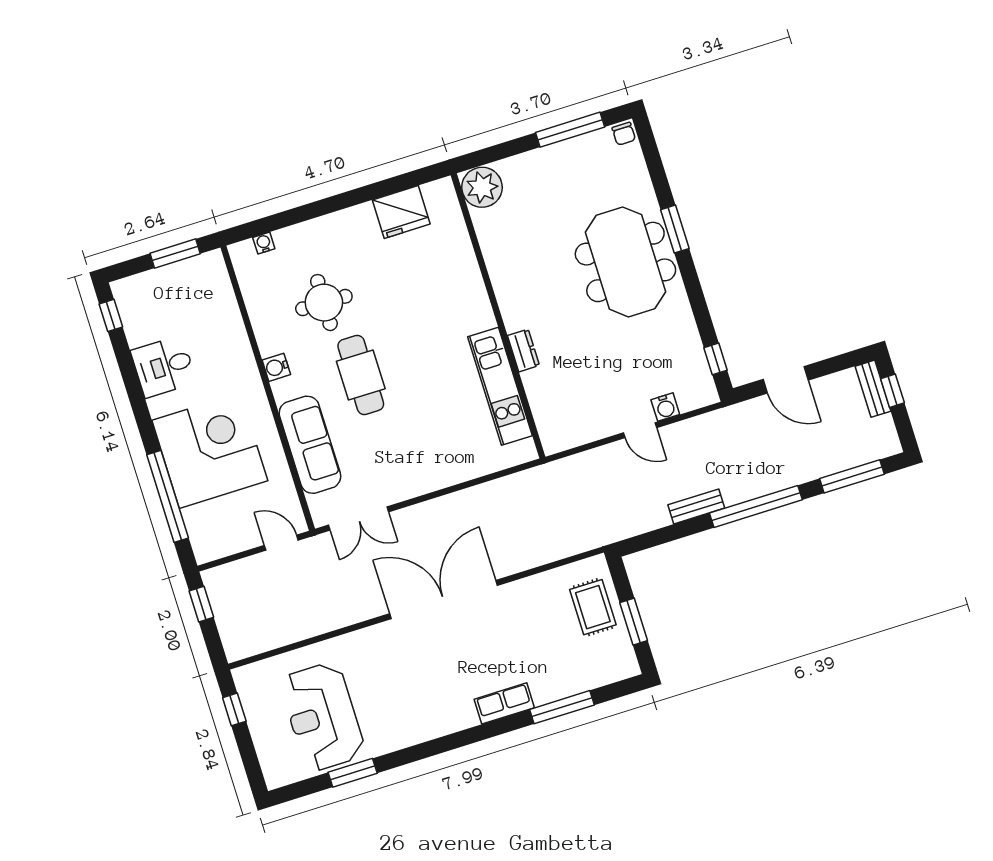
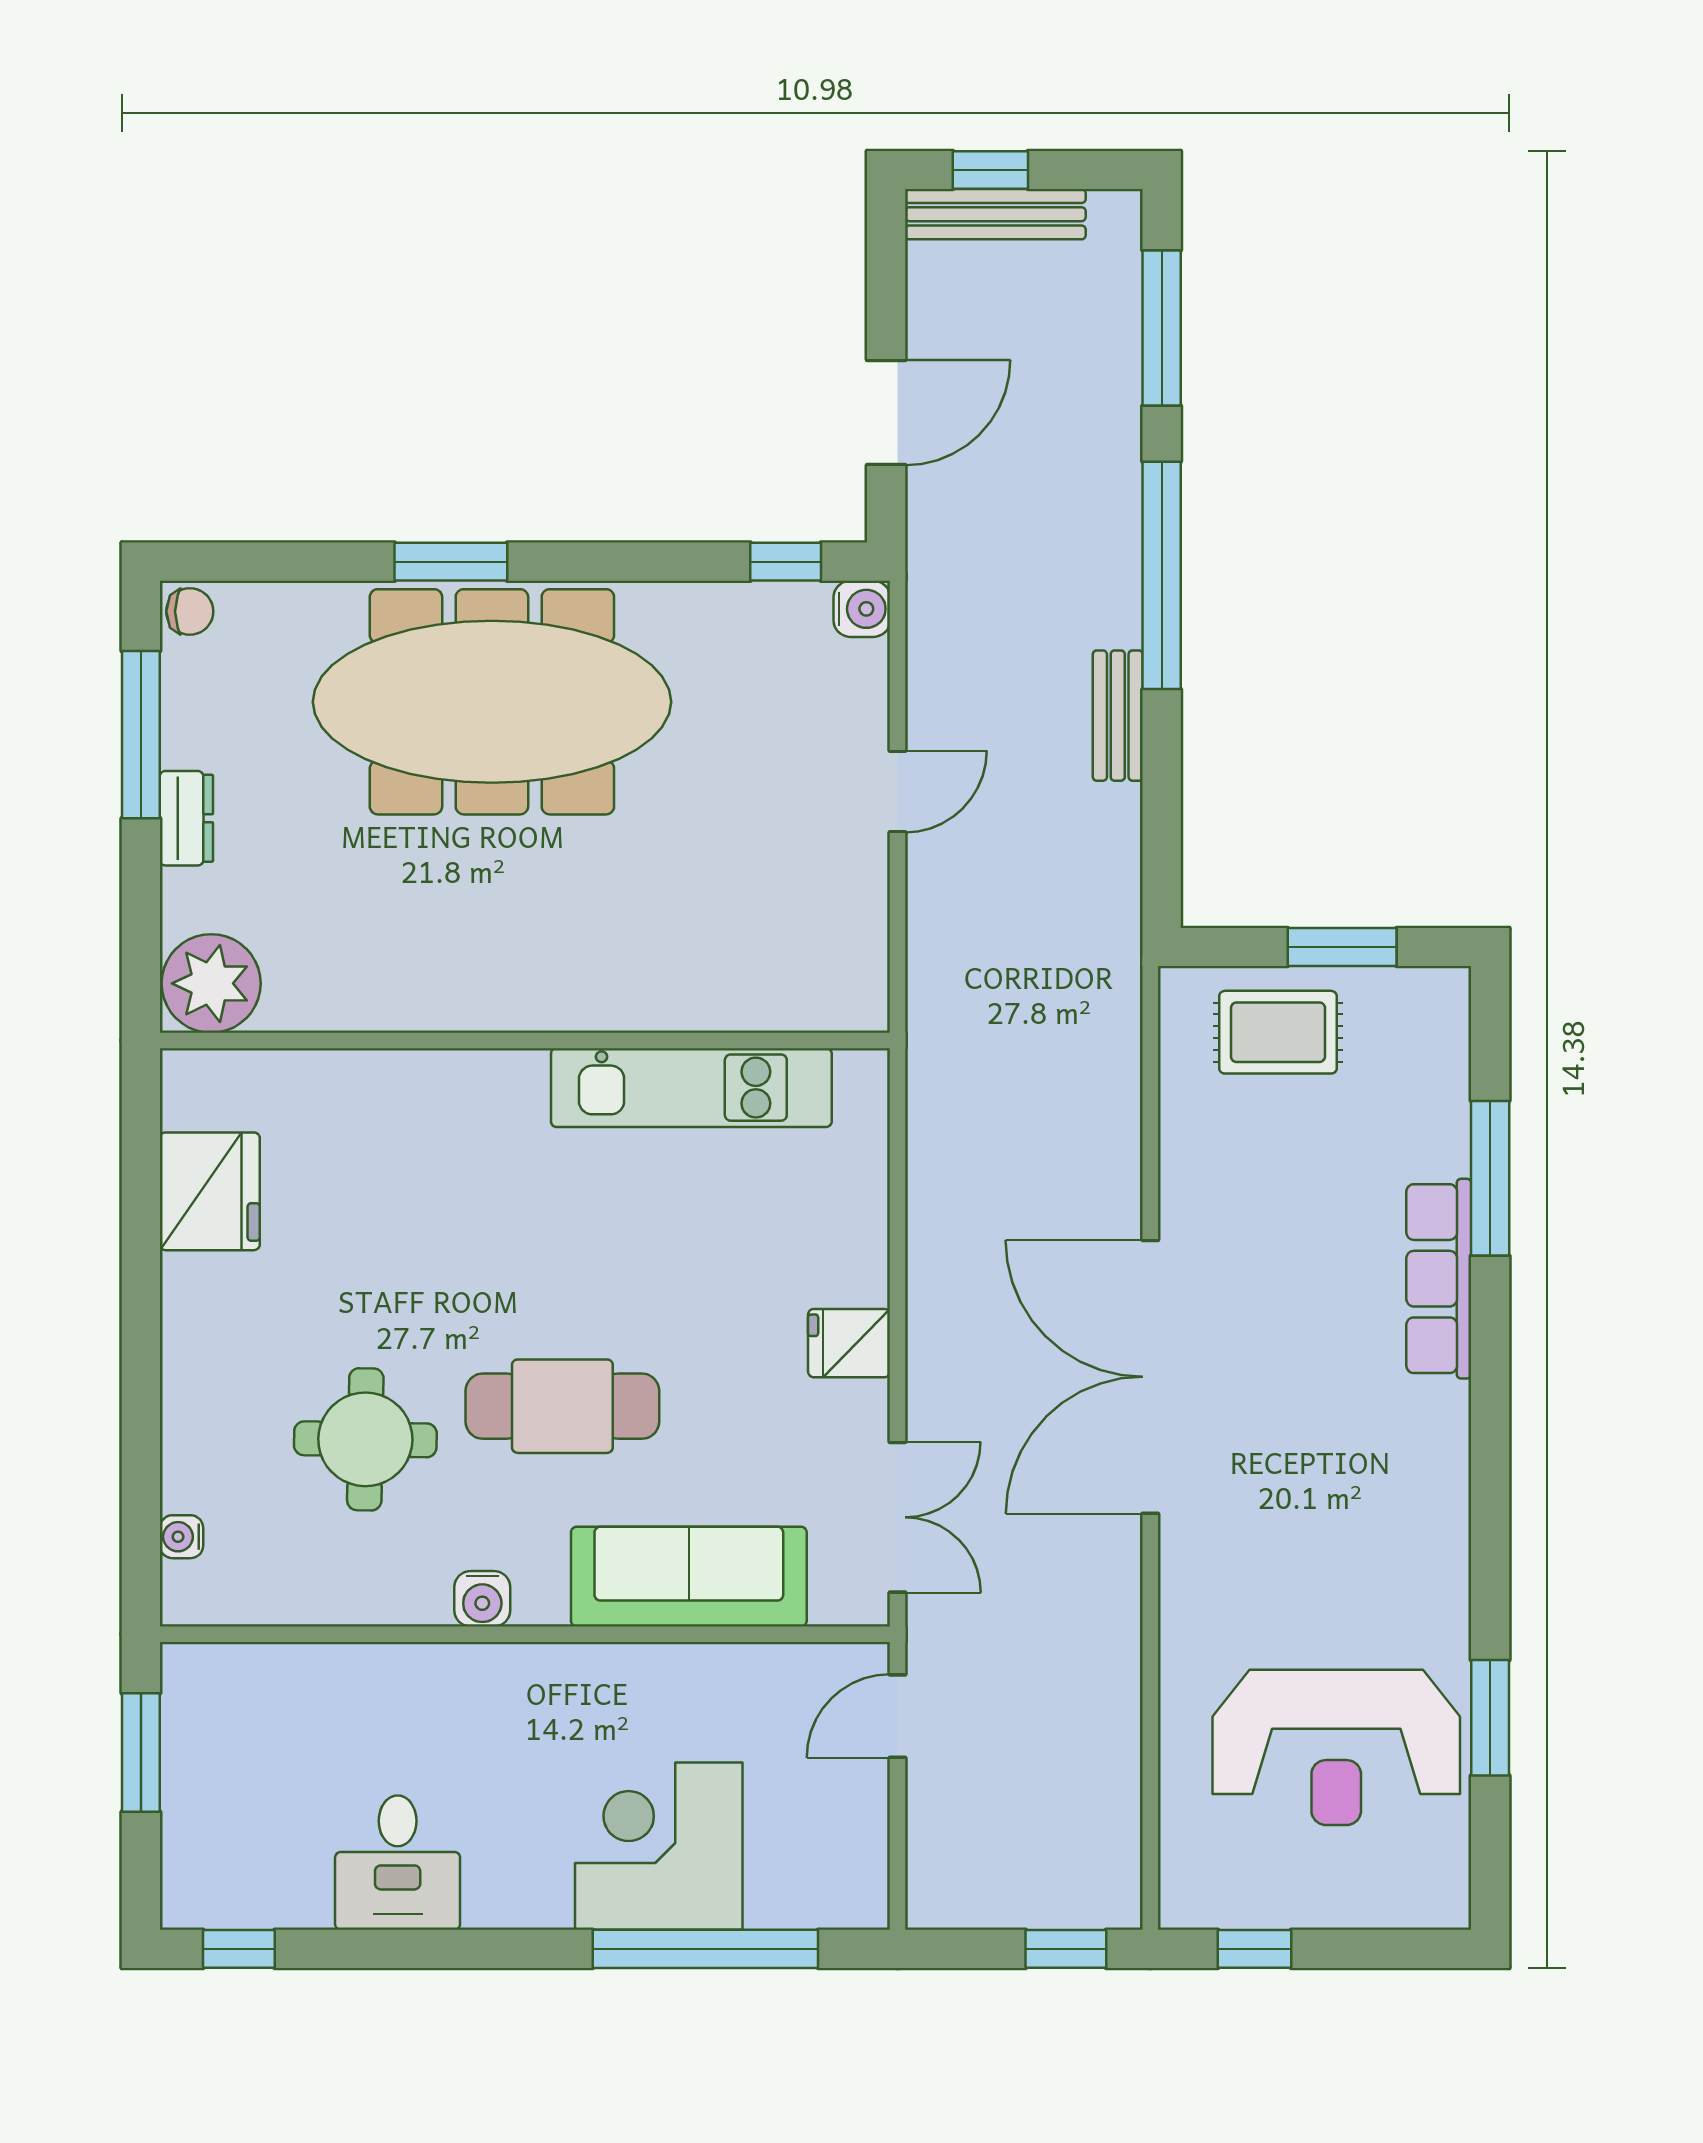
meeting table: (625, 262) -> (492, 702), width x1.36
dresser: (523, 350) -> (186, 818), moved, turned 90
bench: (873, 389) -> (995, 214), width x1.36
water cooler: (665, 407) -> (862, 609), moved
corner desk: (210, 450) -> (659, 1846), width x0.74, depth x0.74
fridge: (420, 479) -> (849, 1343), added
window: (201, 604) -> (1066, 1949), moved
row of seats: (504, 703) -> (1439, 1279), width x1.48

